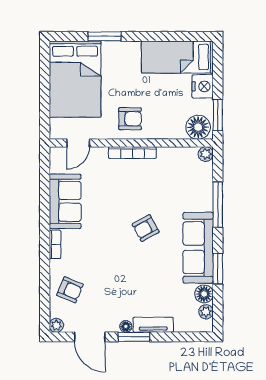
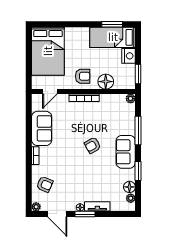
window: (104, 36) -> (112, 24), moved
floor lamp: (198, 127) -> (106, 82), moved
sofa: (198, 248) -> (126, 152), width x0.73

